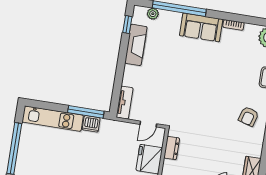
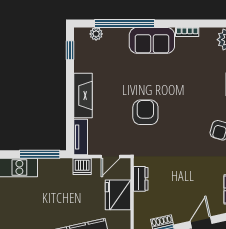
fireplace: (136, 45) -> (83, 95), moved
armchair: (185, 90) -> (145, 112), added
dishwasher: (91, 124) -> (82, 166), moved

